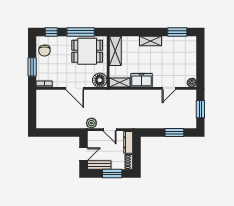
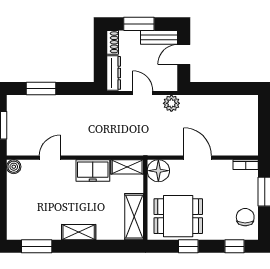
window: (81, 32) -> (188, 246), width x0.46

